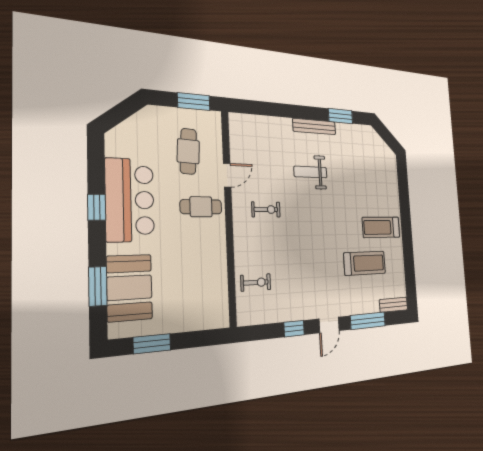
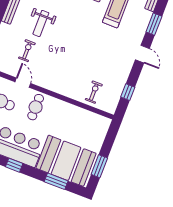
exercise bike: (266, 209) -> (27, 51), moved
booth: (129, 288) -> (66, 161), width x1.36, depth x1.42
window: (368, 321) -> (154, 24), width x0.69
window: (294, 329) -> (128, 92), moved

